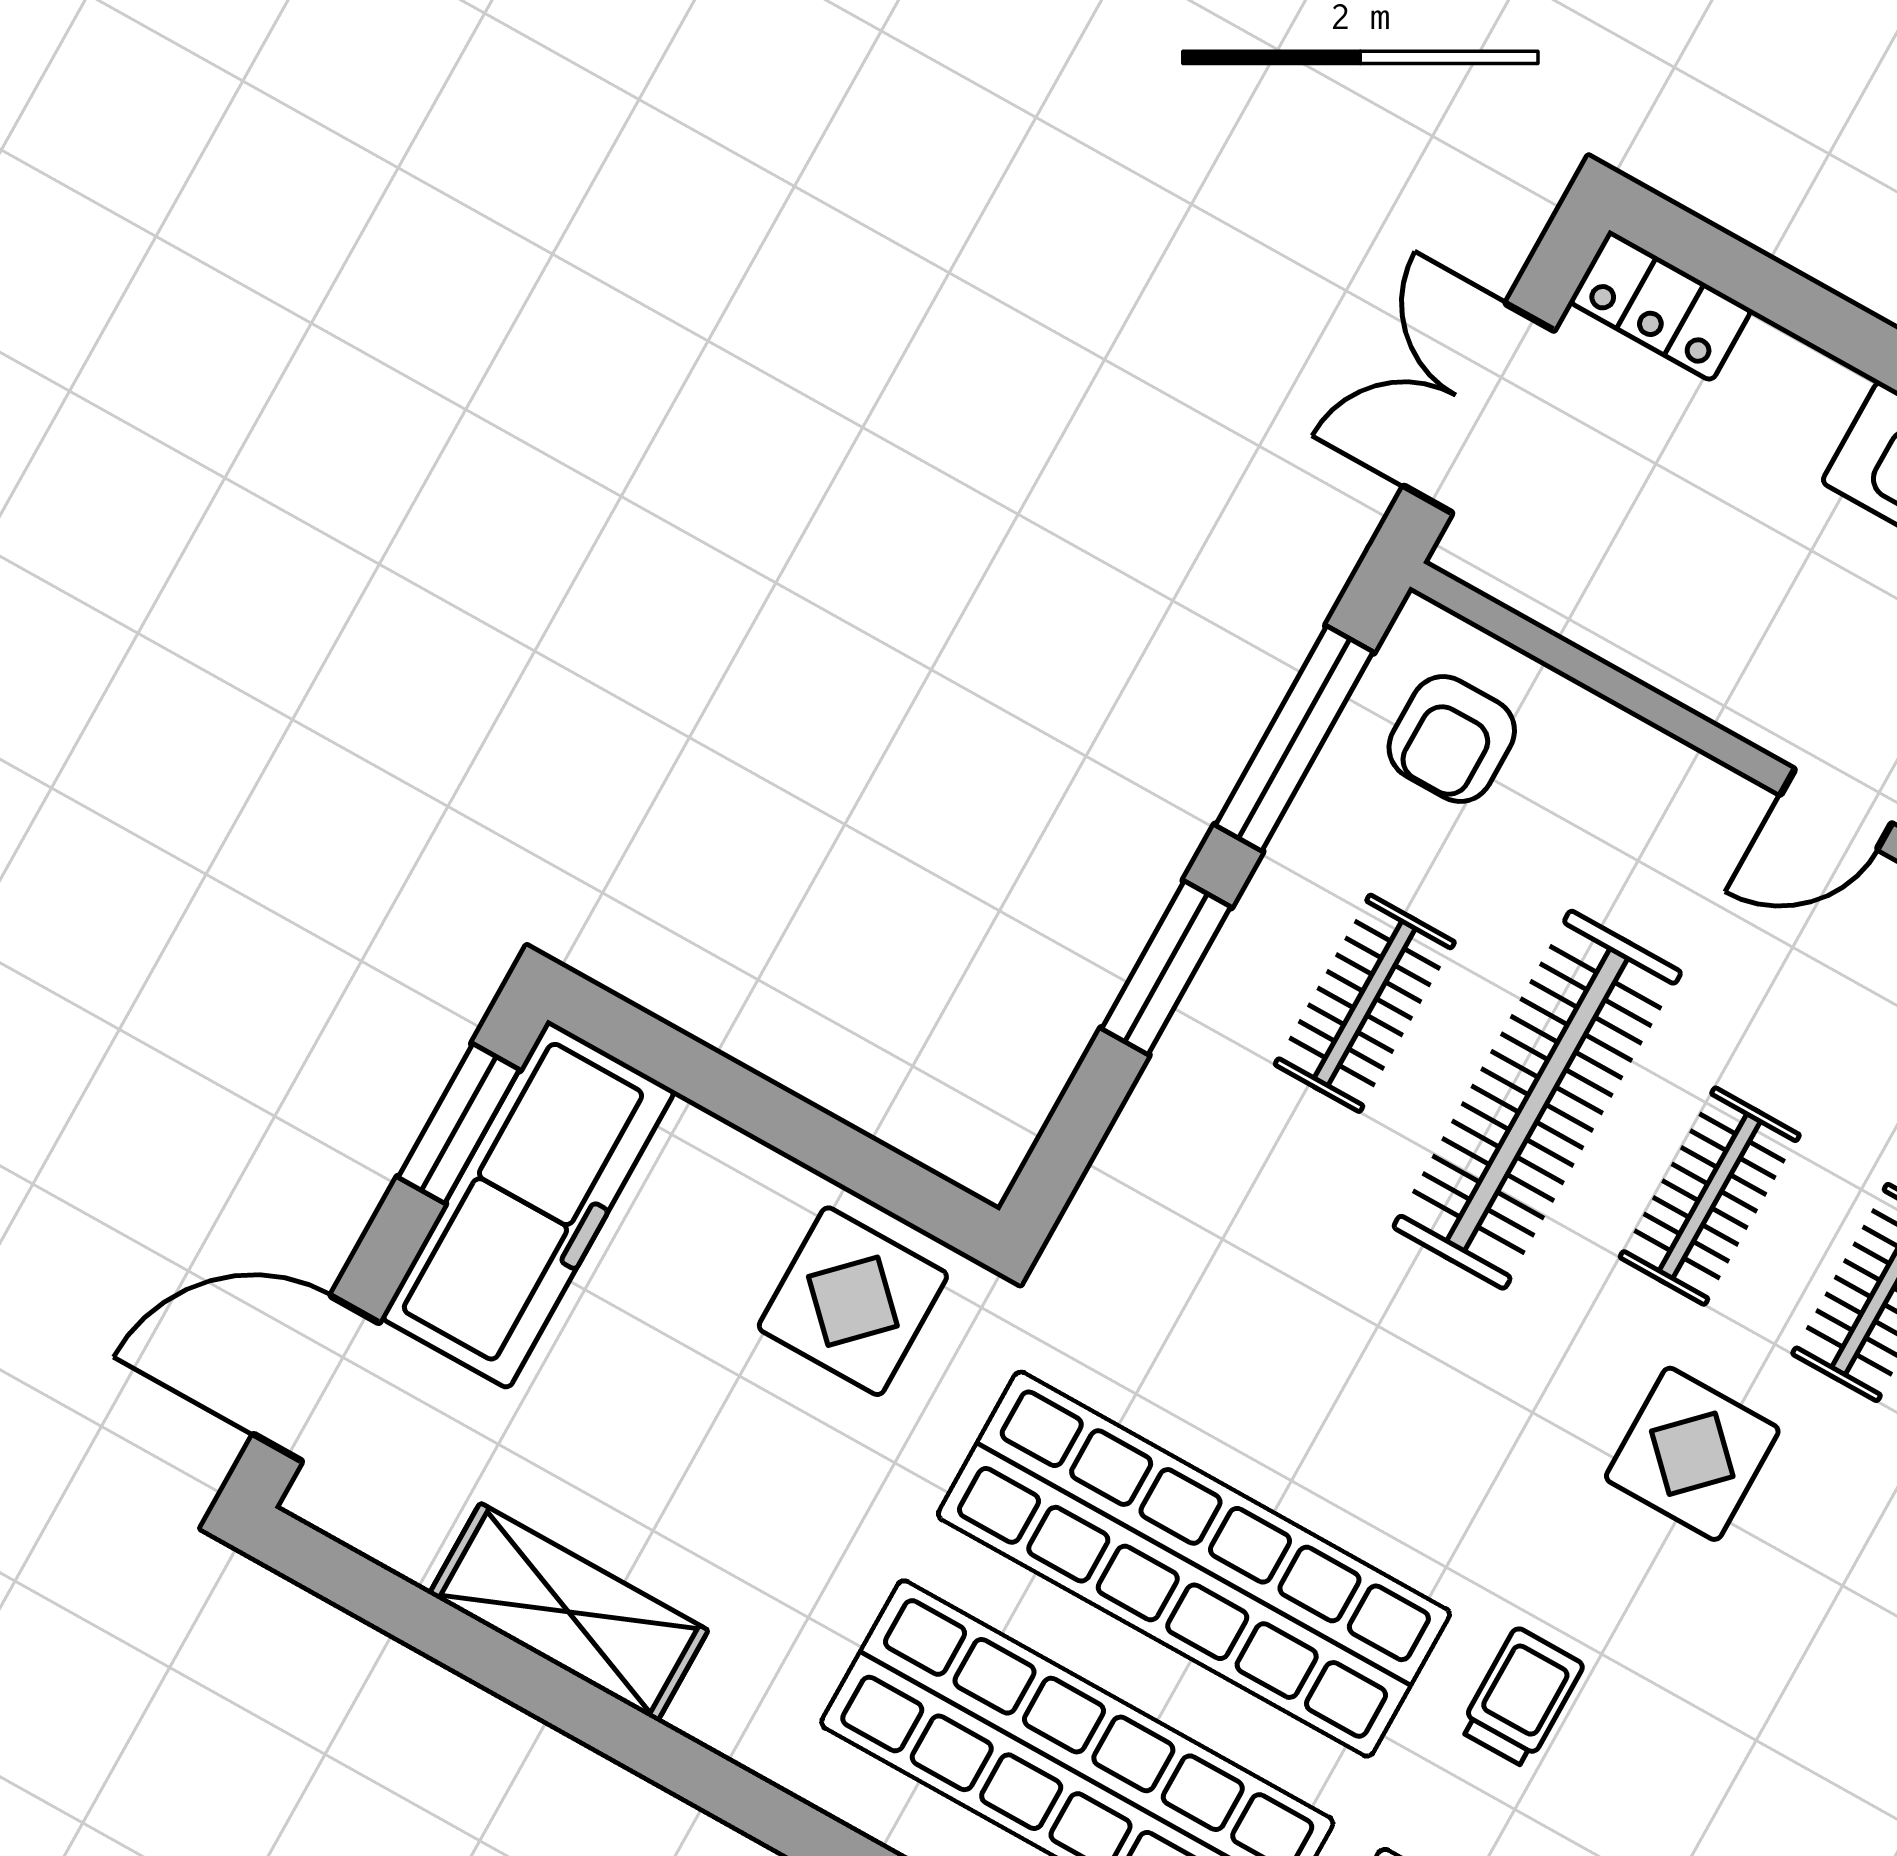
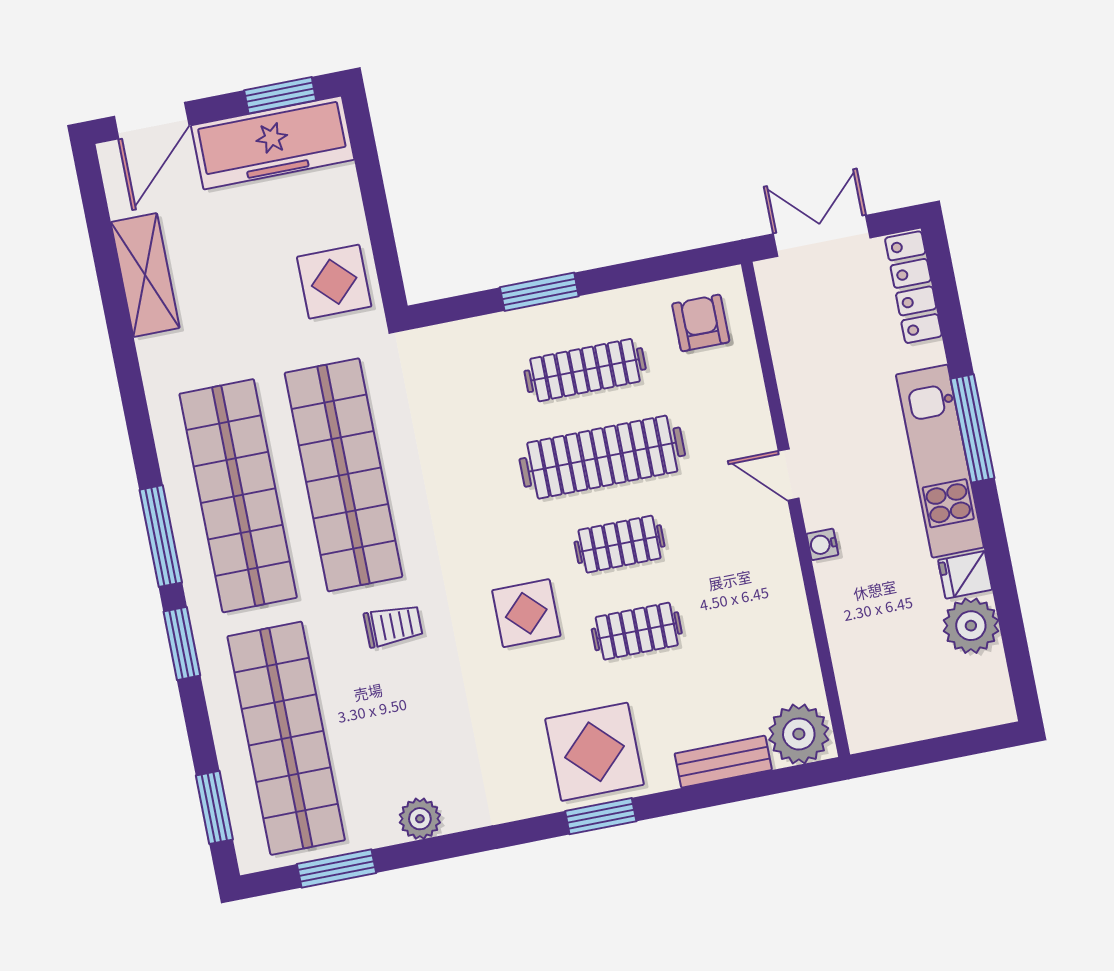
locker: (1660, 306) -> (913, 287), width x1.53
window: (1294, 739) -> (655, 269), removed
armchair: (1452, 739) -> (701, 323), turned 90
clothes rail: (1365, 1003) -> (585, 370), width x1.36
door: (316, 1378) -> (152, 121), swing flipped

